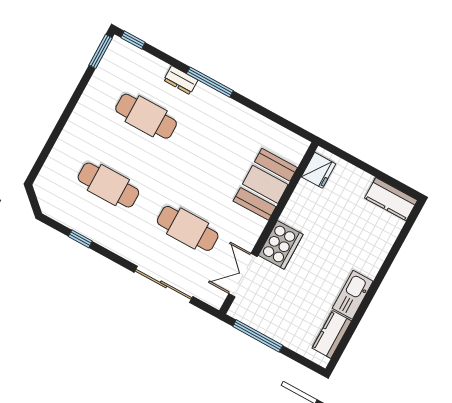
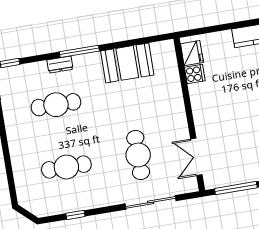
booth: (265, 184) -> (127, 63), moved, turned 90
cafe table: (188, 228) -> (138, 155), turned 90
cooker: (281, 245) -> (195, 74), moved, width x0.53, depth x0.76

